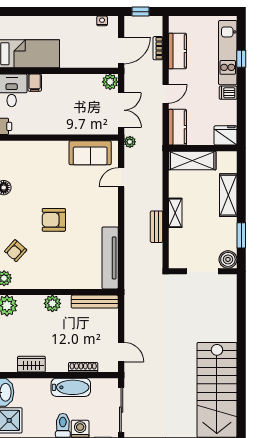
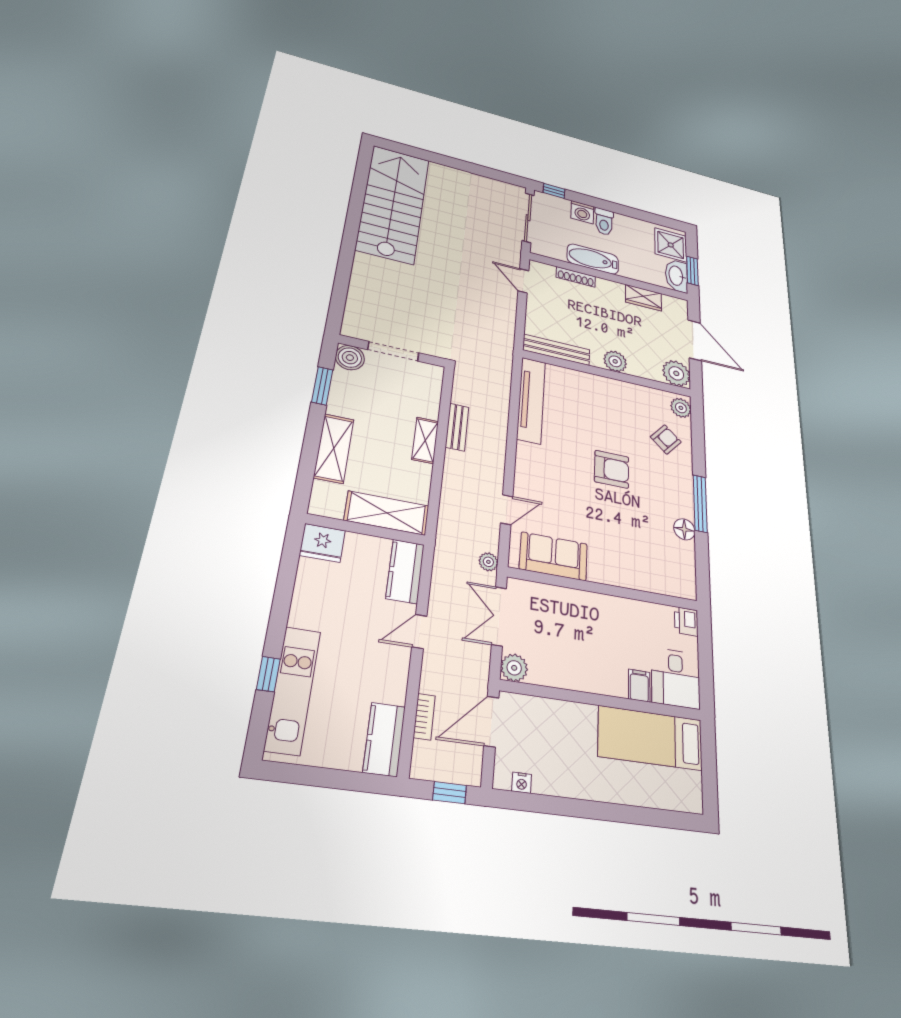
kitchen counter: (177, 51) -> (384, 739), moved
dishwasher: (228, 93) -> (305, 615), removed

